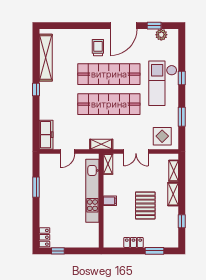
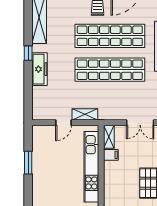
freezer: (46, 135) -> (40, 69), moved
shelving: (101, 144) -> (85, 114), moved
filing cabinet: (110, 201) -> (111, 155), moved

